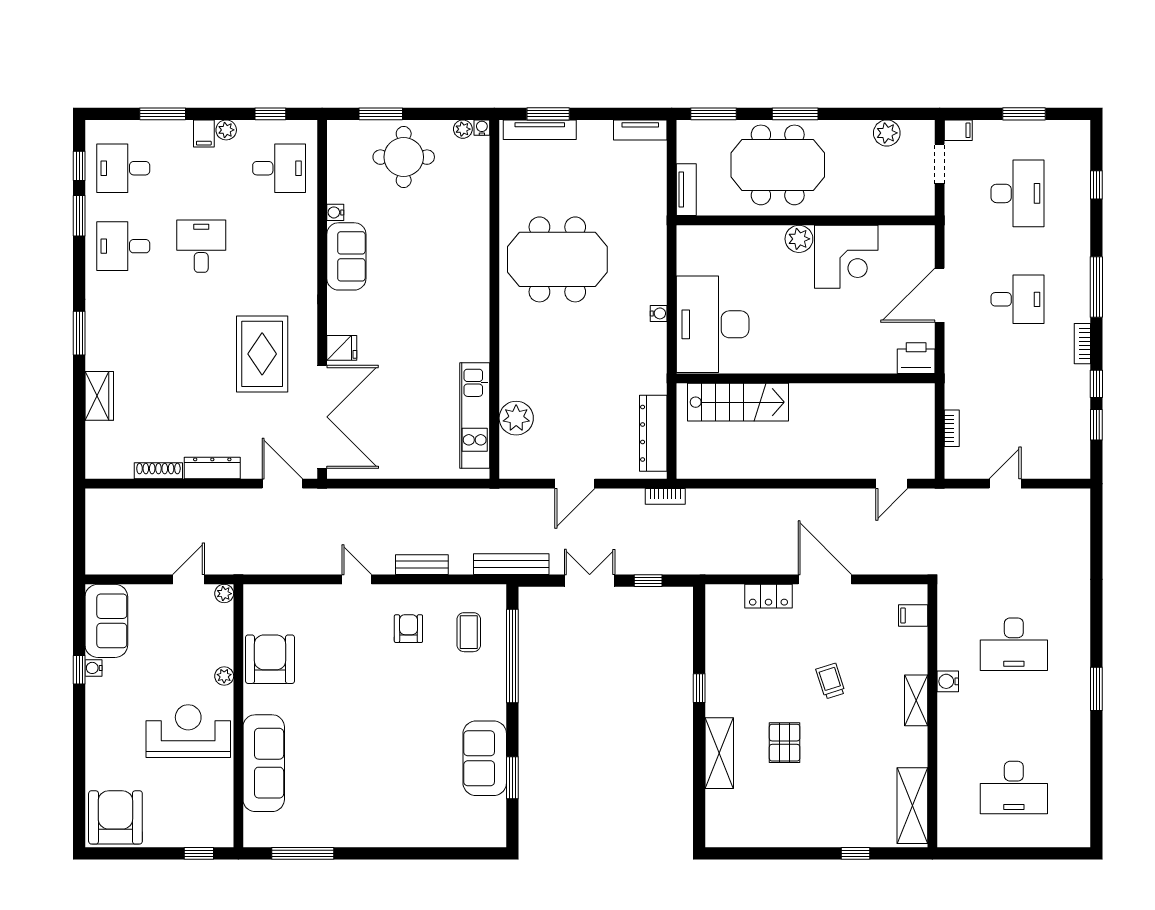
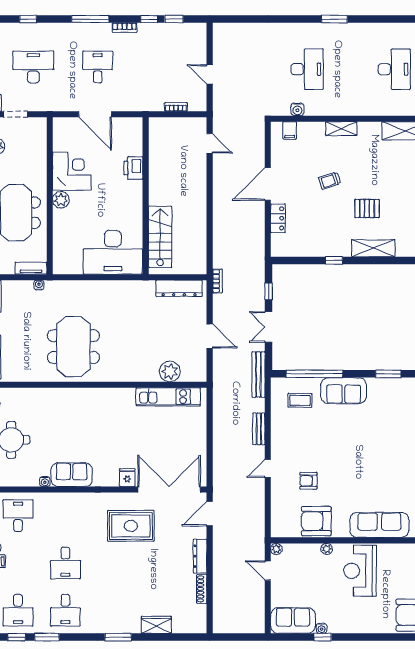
desk: (201, 246) -> (65, 563), turned -90
water cooler: (659, 313) -> (39, 285), moved
printer: (916, 358) -> (133, 168), moved
armchair: (408, 629) -> (308, 481), moved
water cooler: (948, 681) -> (297, 109), moved
sofa: (485, 758) -> (344, 391), moved

